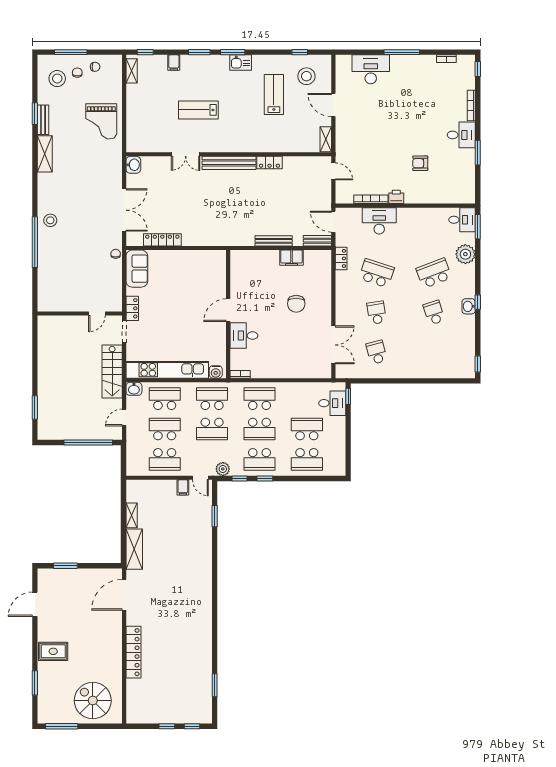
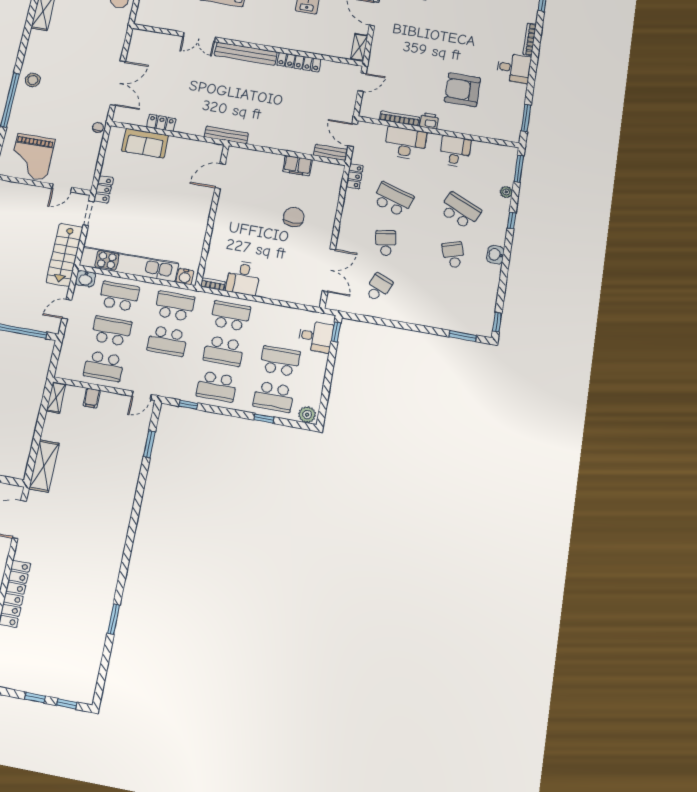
window: (478, 153) -> (526, 118), moved
locker: (269, 163) -> (299, 62), width x1.53
armchair: (420, 163) -> (462, 90), width x1.88, depth x1.88
washbasin: (133, 165) -> (139, 38), removed
door: (333, 171) -> (362, 82), hinge flipped
desk: (462, 220) -> (455, 151), moved, turned -90
locker: (162, 240) -> (161, 123), width x0.66
bench: (274, 241) -> (226, 135), moved
plant: (465, 254) -> (506, 192), width x0.53, depth x0.53
sofa: (137, 269) -> (145, 143), moved, turned 90
school desk: (434, 273) -> (460, 211), turned 45
grand piano: (65, 290) -> (32, 157), added
window: (478, 302) -> (512, 221), moved
chair: (296, 304) -> (294, 217), turned 180
door: (228, 310) -> (220, 176), moved
desk: (244, 336) -> (243, 278), moved, turned -90
school desk: (377, 352) -> (378, 287), turned 39
window: (451, 381) -> (463, 336), added
plant: (223, 469) -> (307, 415), moved
door: (200, 478) -> (142, 395), hinge flipped
window: (265, 478) -> (264, 418), moved
filing cabinet: (183, 487) -> (92, 398), moved
shelving: (132, 515) -> (56, 397), moved
window: (215, 685) -> (114, 619), moved

